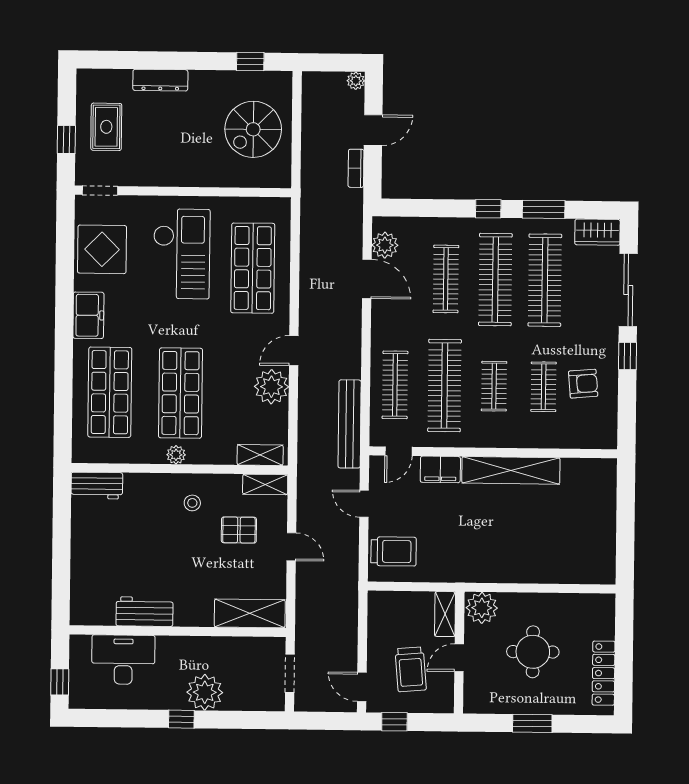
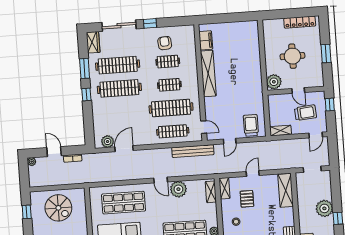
clothes rail: (446, 279) -> (121, 112), removed
filing cabinet: (440, 469) -> (206, 40), moved
shelving: (445, 614) -> (281, 131), moved
window: (394, 722) -> (330, 105), moved

